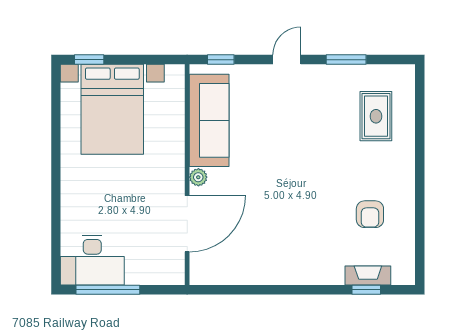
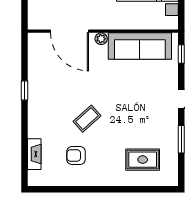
coffee table: (316, 198) -> (87, 119), added
window: (366, 290) -> (25, 90), moved

